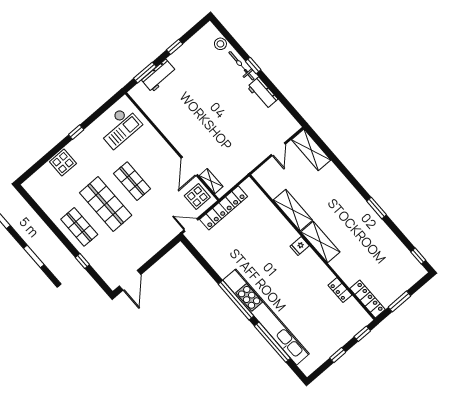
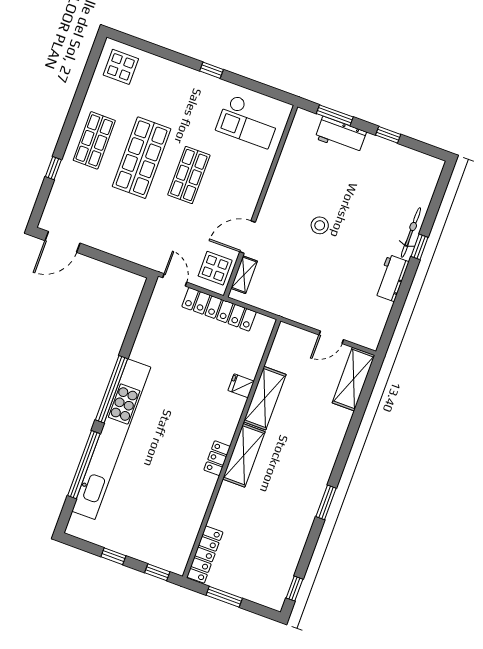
stool: (220, 44) -> (320, 225), moved
display table: (63, 163) -> (121, 67), moved
fridge: (300, 246) -> (241, 386), moved
locker: (340, 290) -> (217, 458), moved

